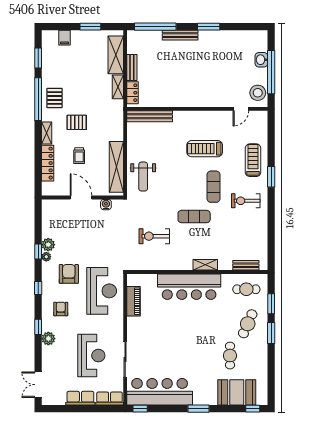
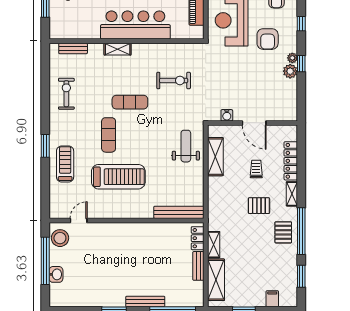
treadmill: (205, 149) -> (118, 177), width x1.37, depth x1.38
treadmill: (253, 160) -> (65, 164), turned 180
shelving: (116, 167) -> (215, 157), width x0.68
exercise bike: (246, 201) -> (66, 94), moved, turned -90
cafe table: (246, 289) -> (72, 22), removed

